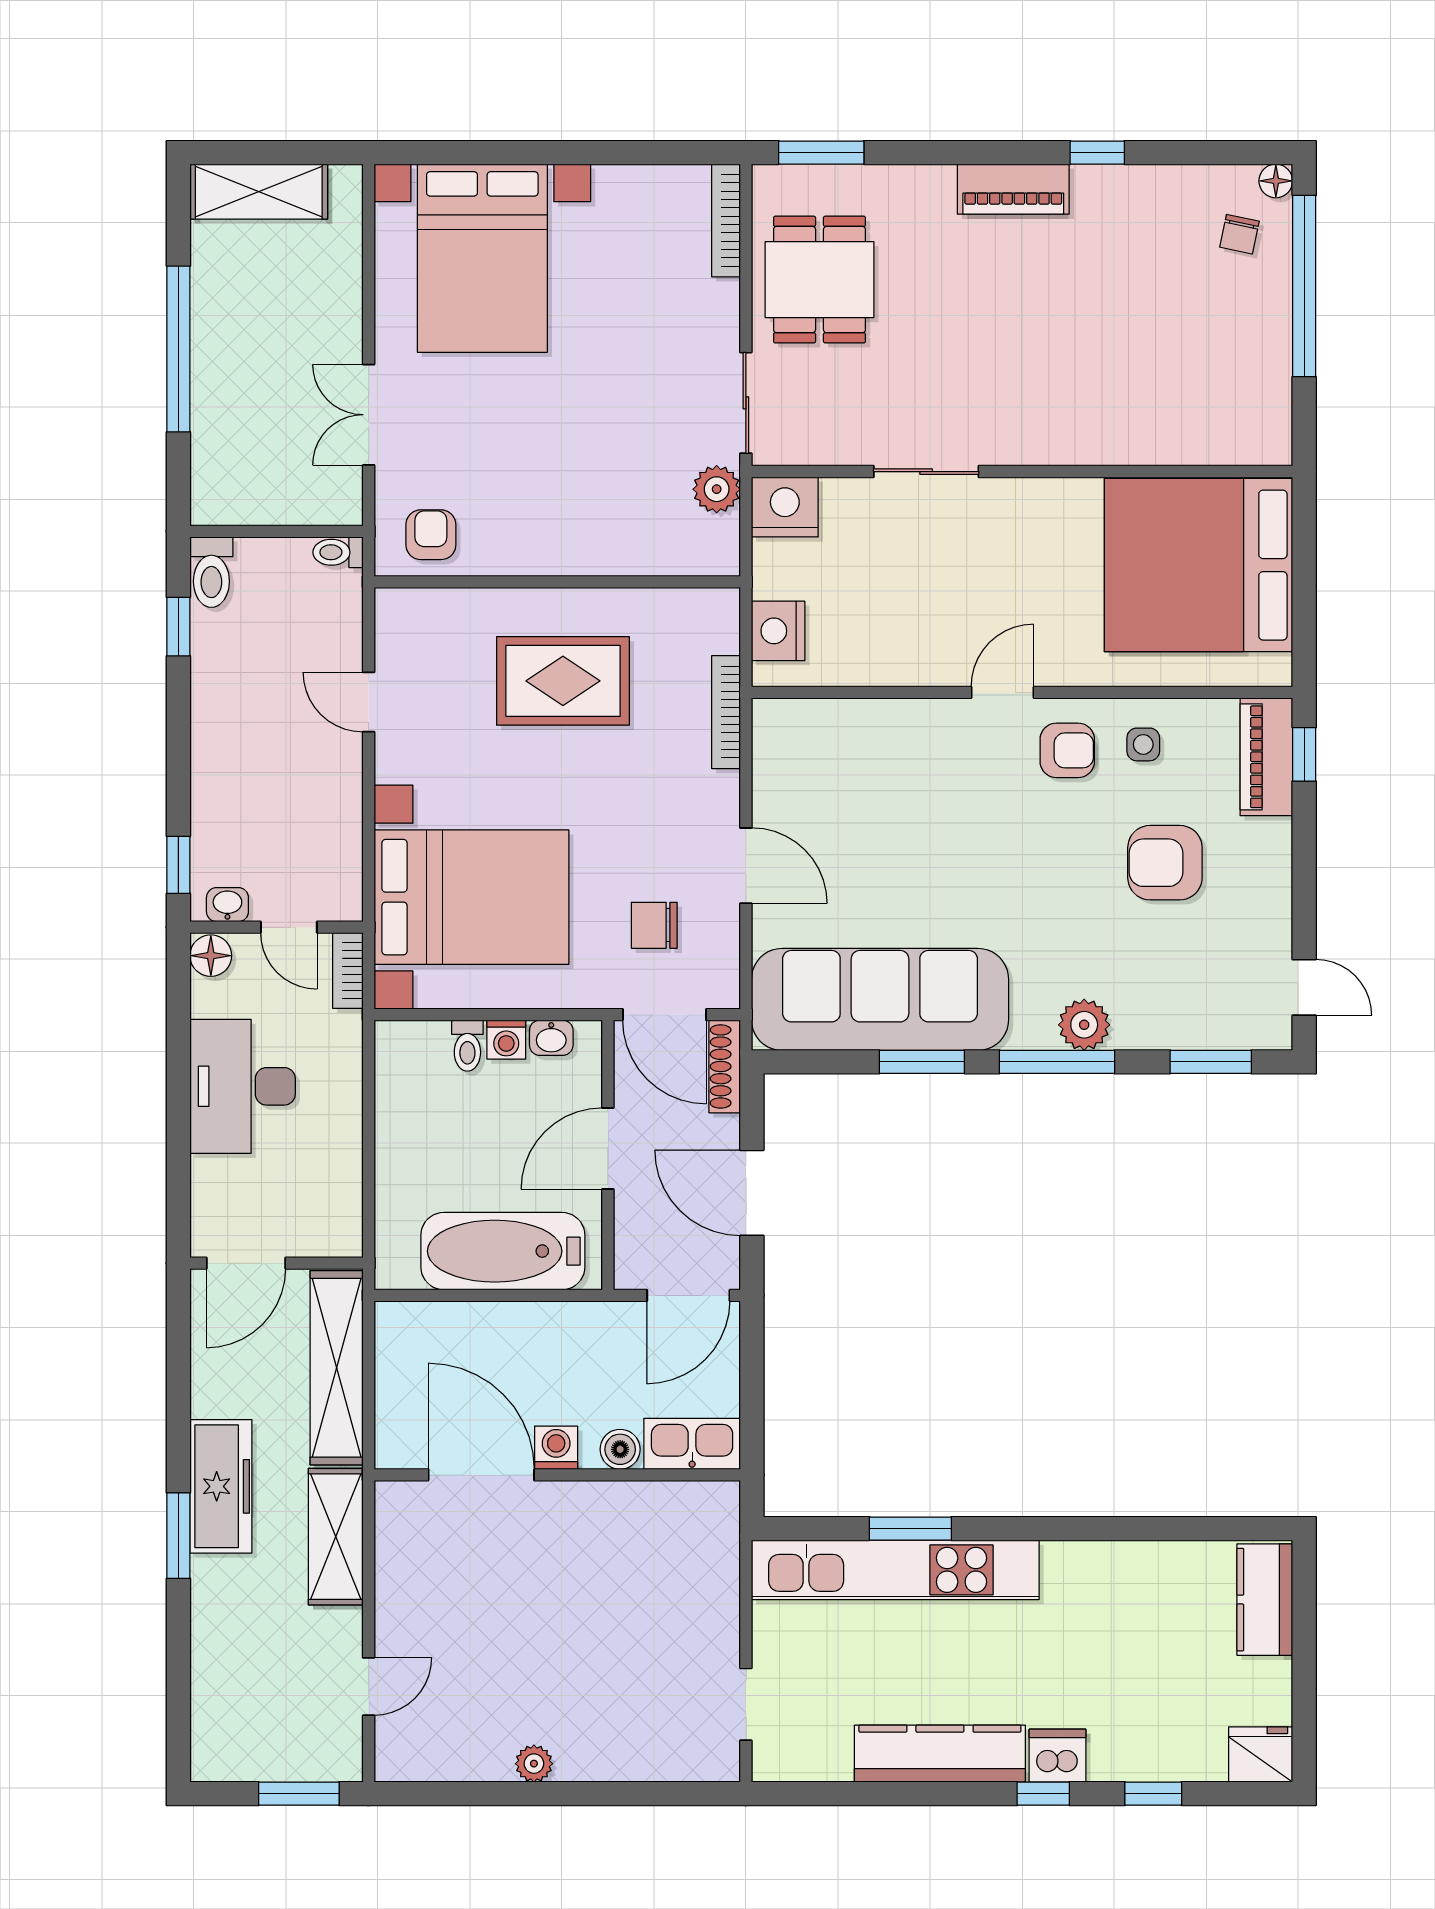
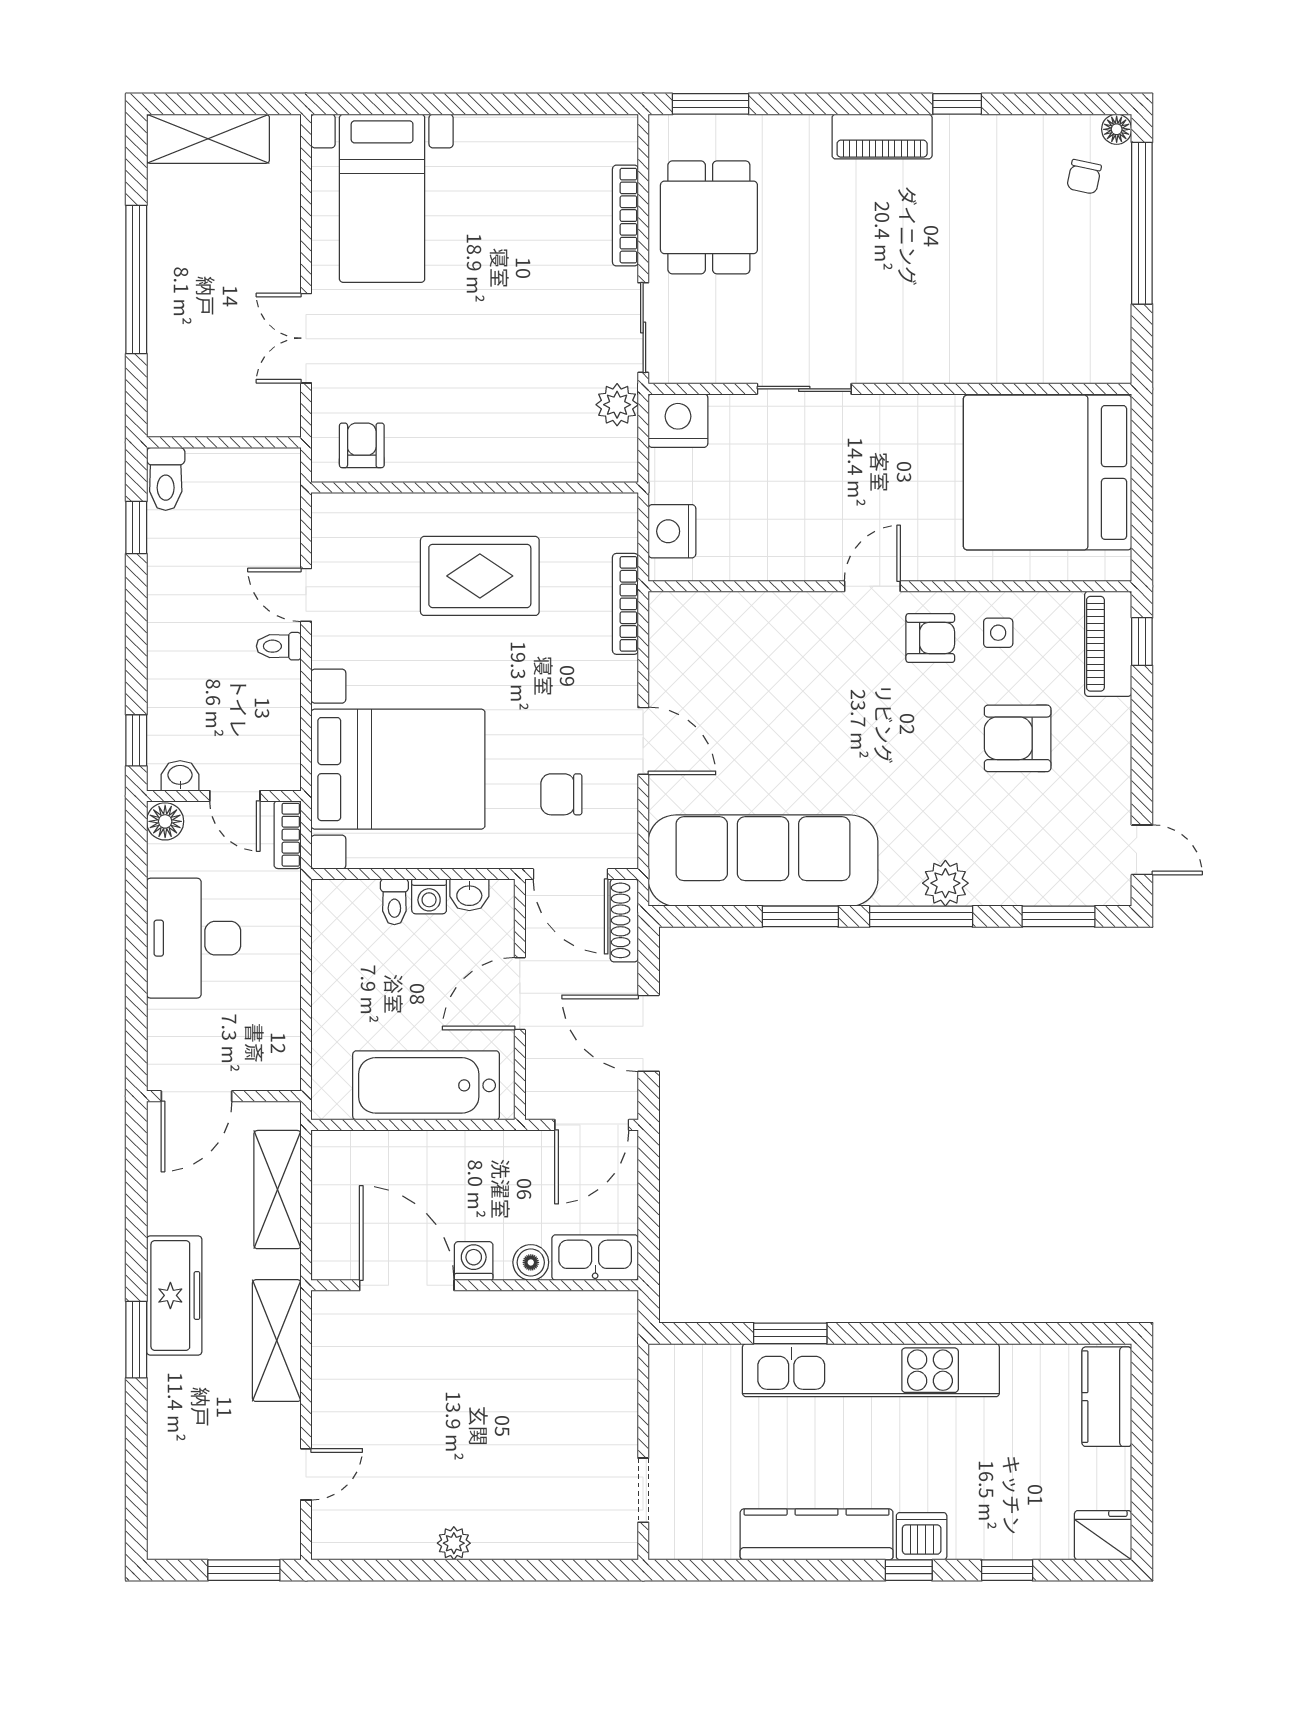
bookcase: (726, 220) -> (625, 216), moved
bed with nightstands: (482, 258) -> (382, 198), width x0.73
toilet: (338, 552) -> (279, 646), moved
shelving: (337, 1368) -> (277, 1190), width x0.68
kitchen unit: (895, 1570) -> (871, 1370), moved

